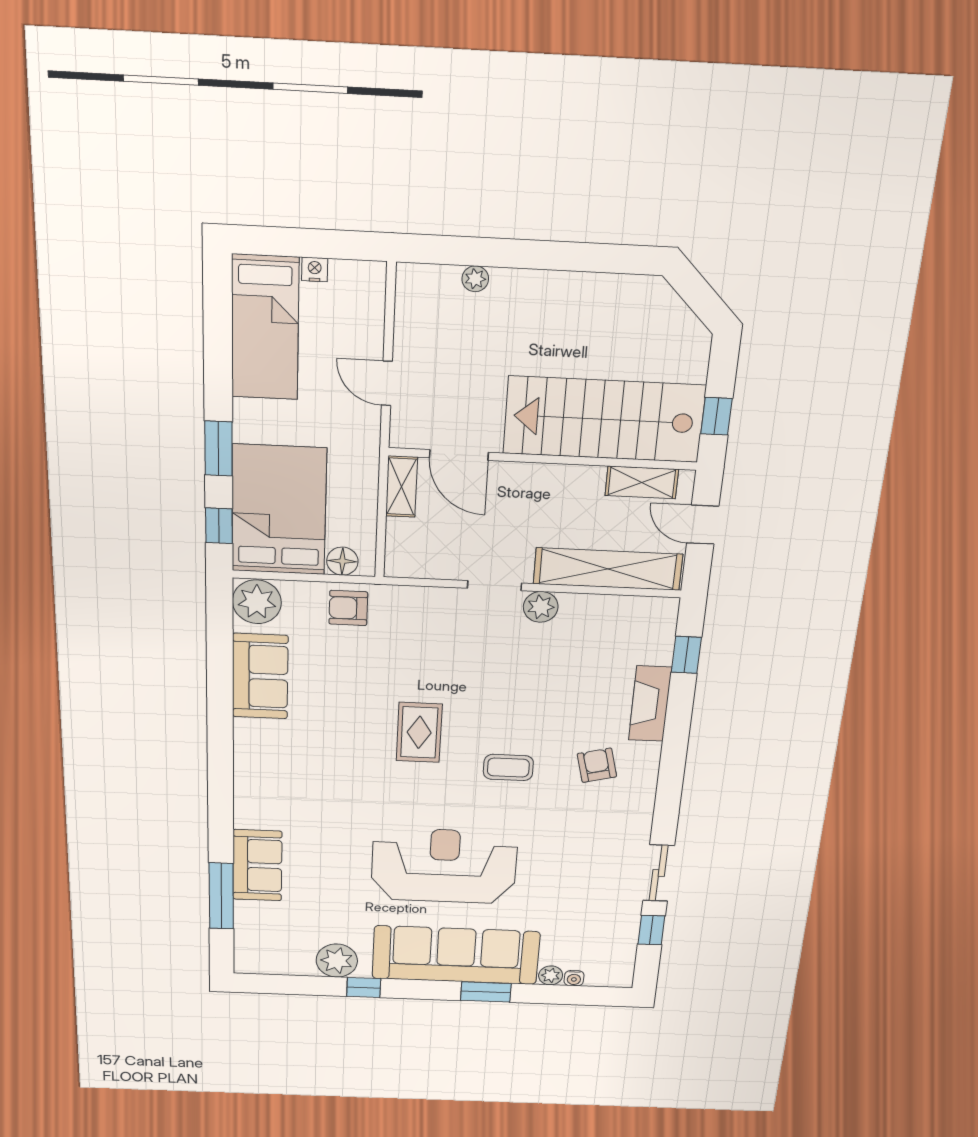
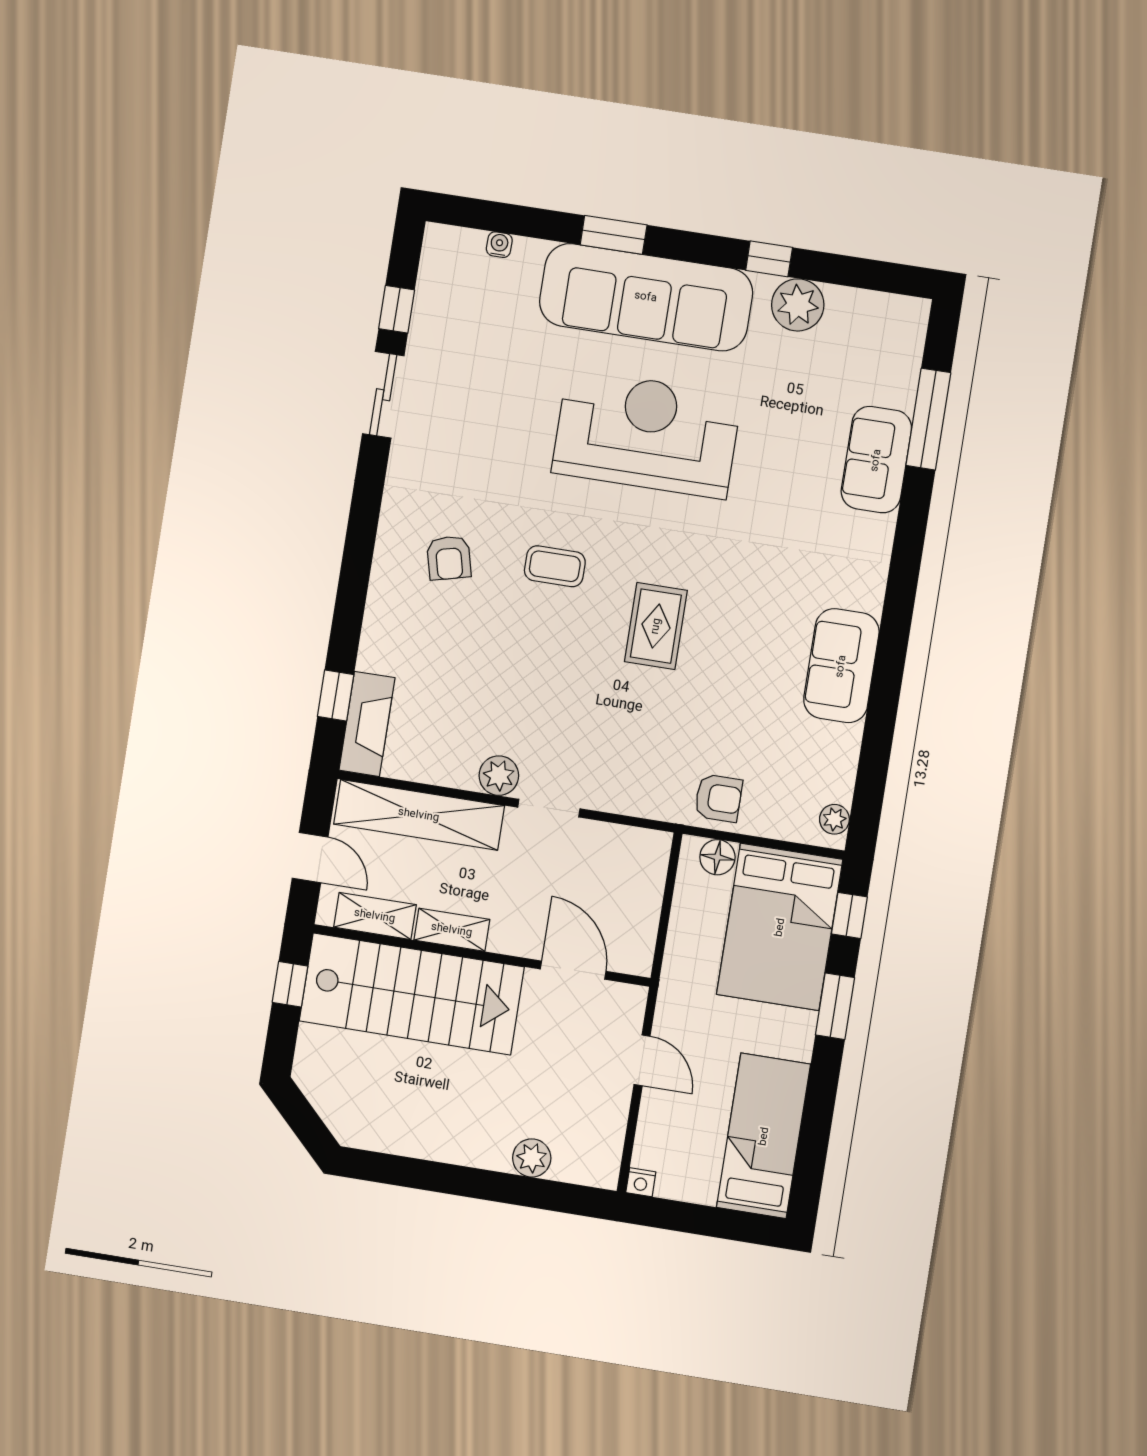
nightstand: (315, 269) -> (641, 1182), moved
plant: (475, 279) -> (532, 1158), width x1.38, depth x1.38
shelving: (402, 487) -> (452, 930), moved, turned 90
plant: (257, 602) -> (834, 819), width x0.53, depth x0.53
sofa: (260, 676) -> (841, 666), moved
fireplace: (650, 704) -> (367, 724), moved
reception desk: (444, 866) -> (647, 434), turned 180
plant: (551, 975) -> (529, 252), removed

